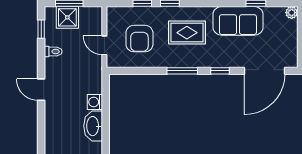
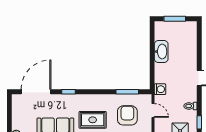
window: (182, 71) -> (127, 92), moved
washing machine: (95, 102) -> (160, 89), moved

